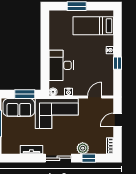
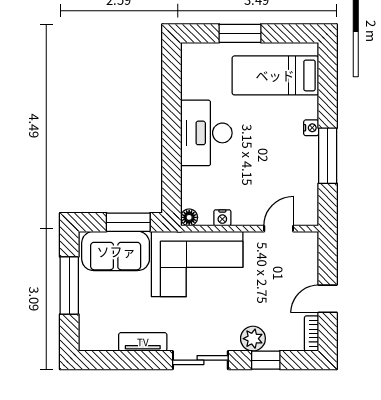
window: (118, 63) -> (328, 156), width x2.17
desk: (61, 65) -> (206, 133), moved
door: (118, 120) -> (328, 299), moved

